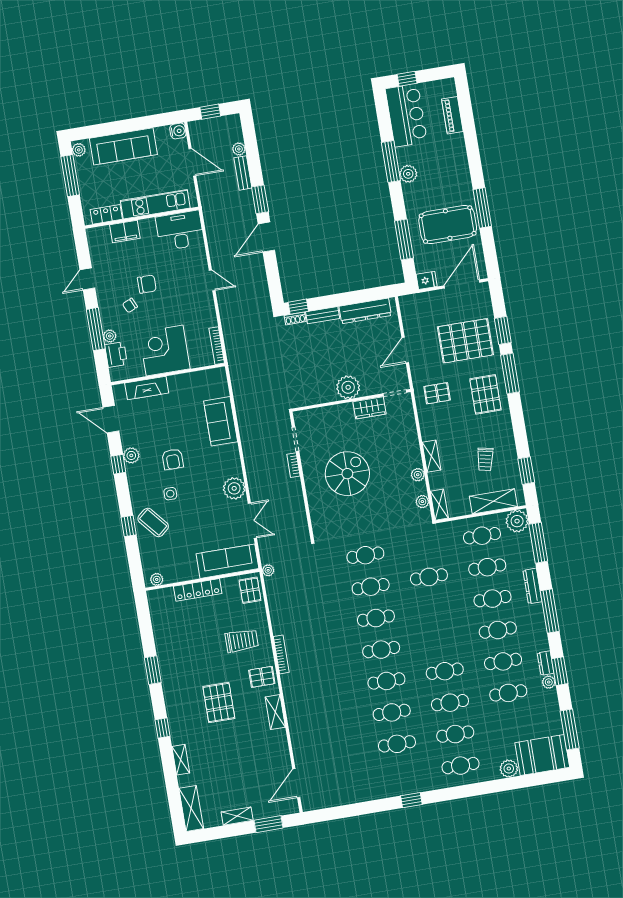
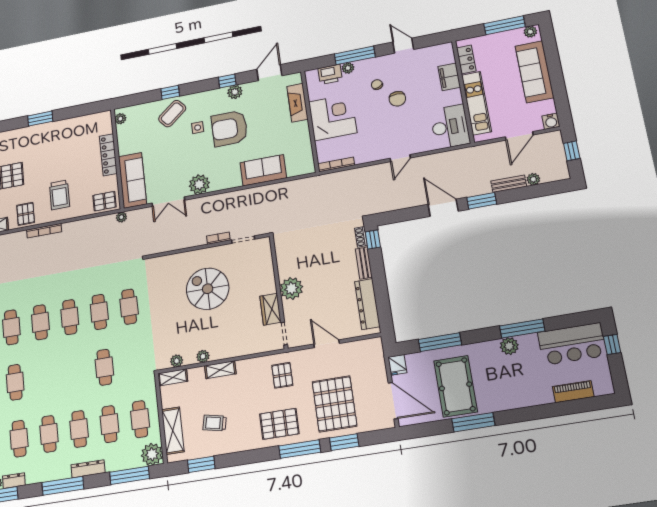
armchair: (173, 459) -> (229, 128), width x1.88, depth x1.88
spiral stairs: (347, 474) -> (208, 289), turned 180

